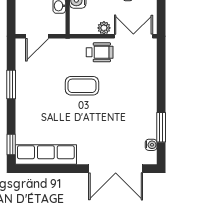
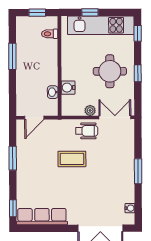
window: (161, 127) -> (138, 171), moved

